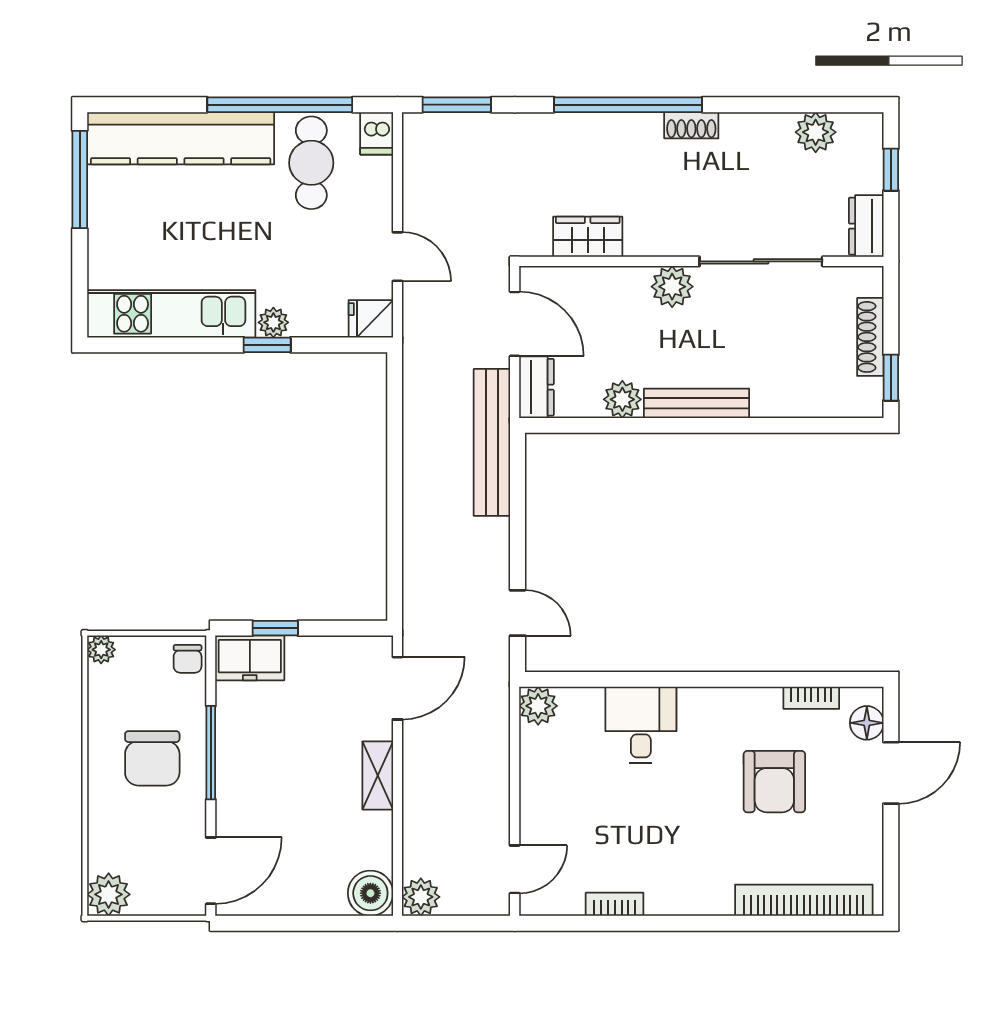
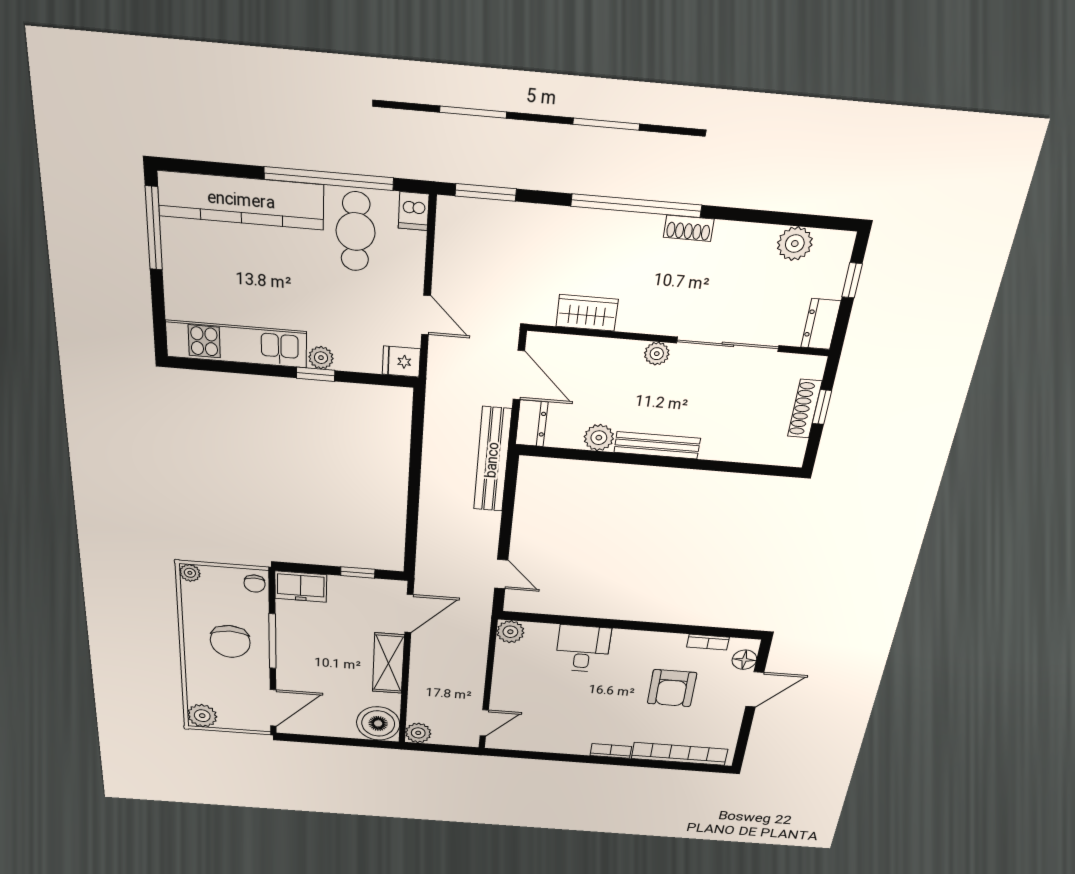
plant: (672, 287) -> (657, 354), width x0.73, depth x0.73
window: (891, 378) -> (822, 407), moved
window: (275, 628) -> (358, 572), moved
shelving: (378, 775) -> (388, 663), width x1.50, depth x1.33
boiler: (370, 893) -> (378, 723), width x1.37, depth x1.37
bookcase: (615, 904) -> (611, 751), moved

